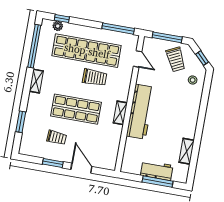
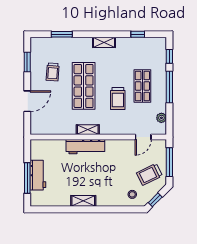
plant: (58, 26) -> (161, 118), moved
window: (118, 29) -> (169, 87), moved
window: (34, 46) -> (138, 34), width x0.32
shop shelf: (87, 51) -> (142, 86), width x0.50, depth x0.74
workbench: (140, 112) -> (85, 147), width x0.73, depth x0.76
shelving: (187, 151) -> (83, 201), moved
window: (53, 163) -> (27, 62), moved

